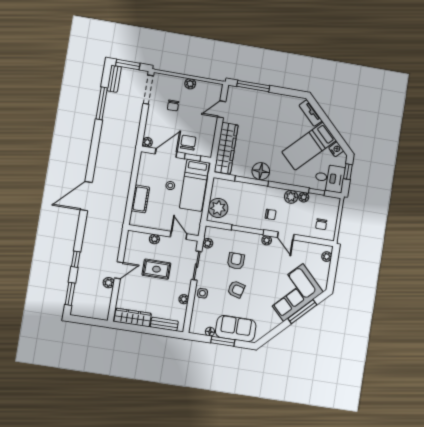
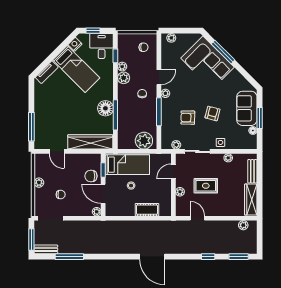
rug: (156, 269) -> (206, 186), turned 90
door: (119, 270) -> (197, 218), moved
plant: (109, 283) -> (243, 225), moved

